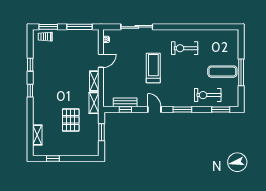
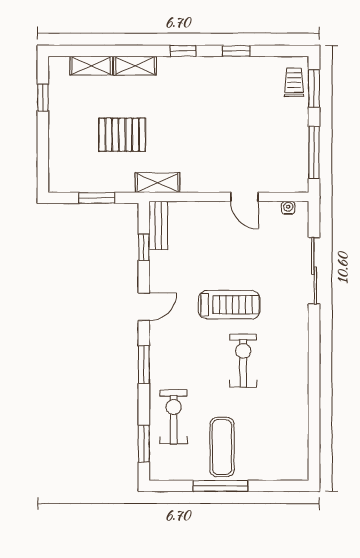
exercise bike: (185, 48) -> (243, 361), moved
shelving: (94, 81) -> (135, 66), moved
bench: (125, 102) -> (158, 225), moved

